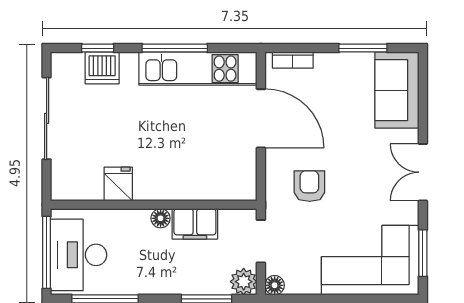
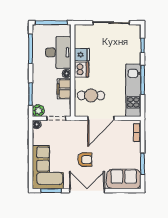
dishwasher: (102, 68) -> (81, 70), moved, turned 180
door: (261, 118) -> (101, 118), moved
cafe table: (210, 163) -> (91, 95), added
double door: (423, 172) -> (87, 191), width x1.37
armchair: (309, 186) -> (85, 160), moved
desk: (79, 255) -> (58, 52), moved, turned 90

